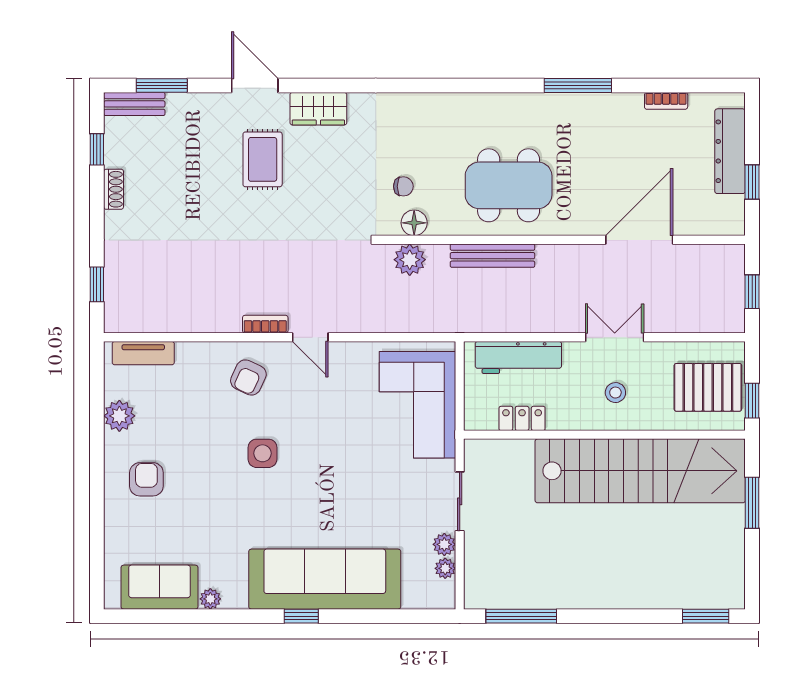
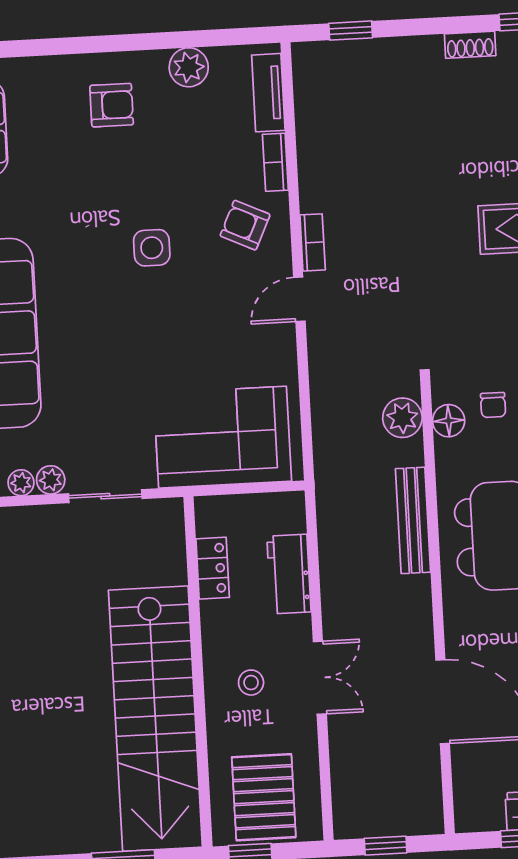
bookcase: (199, 350) -> (275, 162), added
workbench: (518, 357) -> (289, 574), width x0.73

